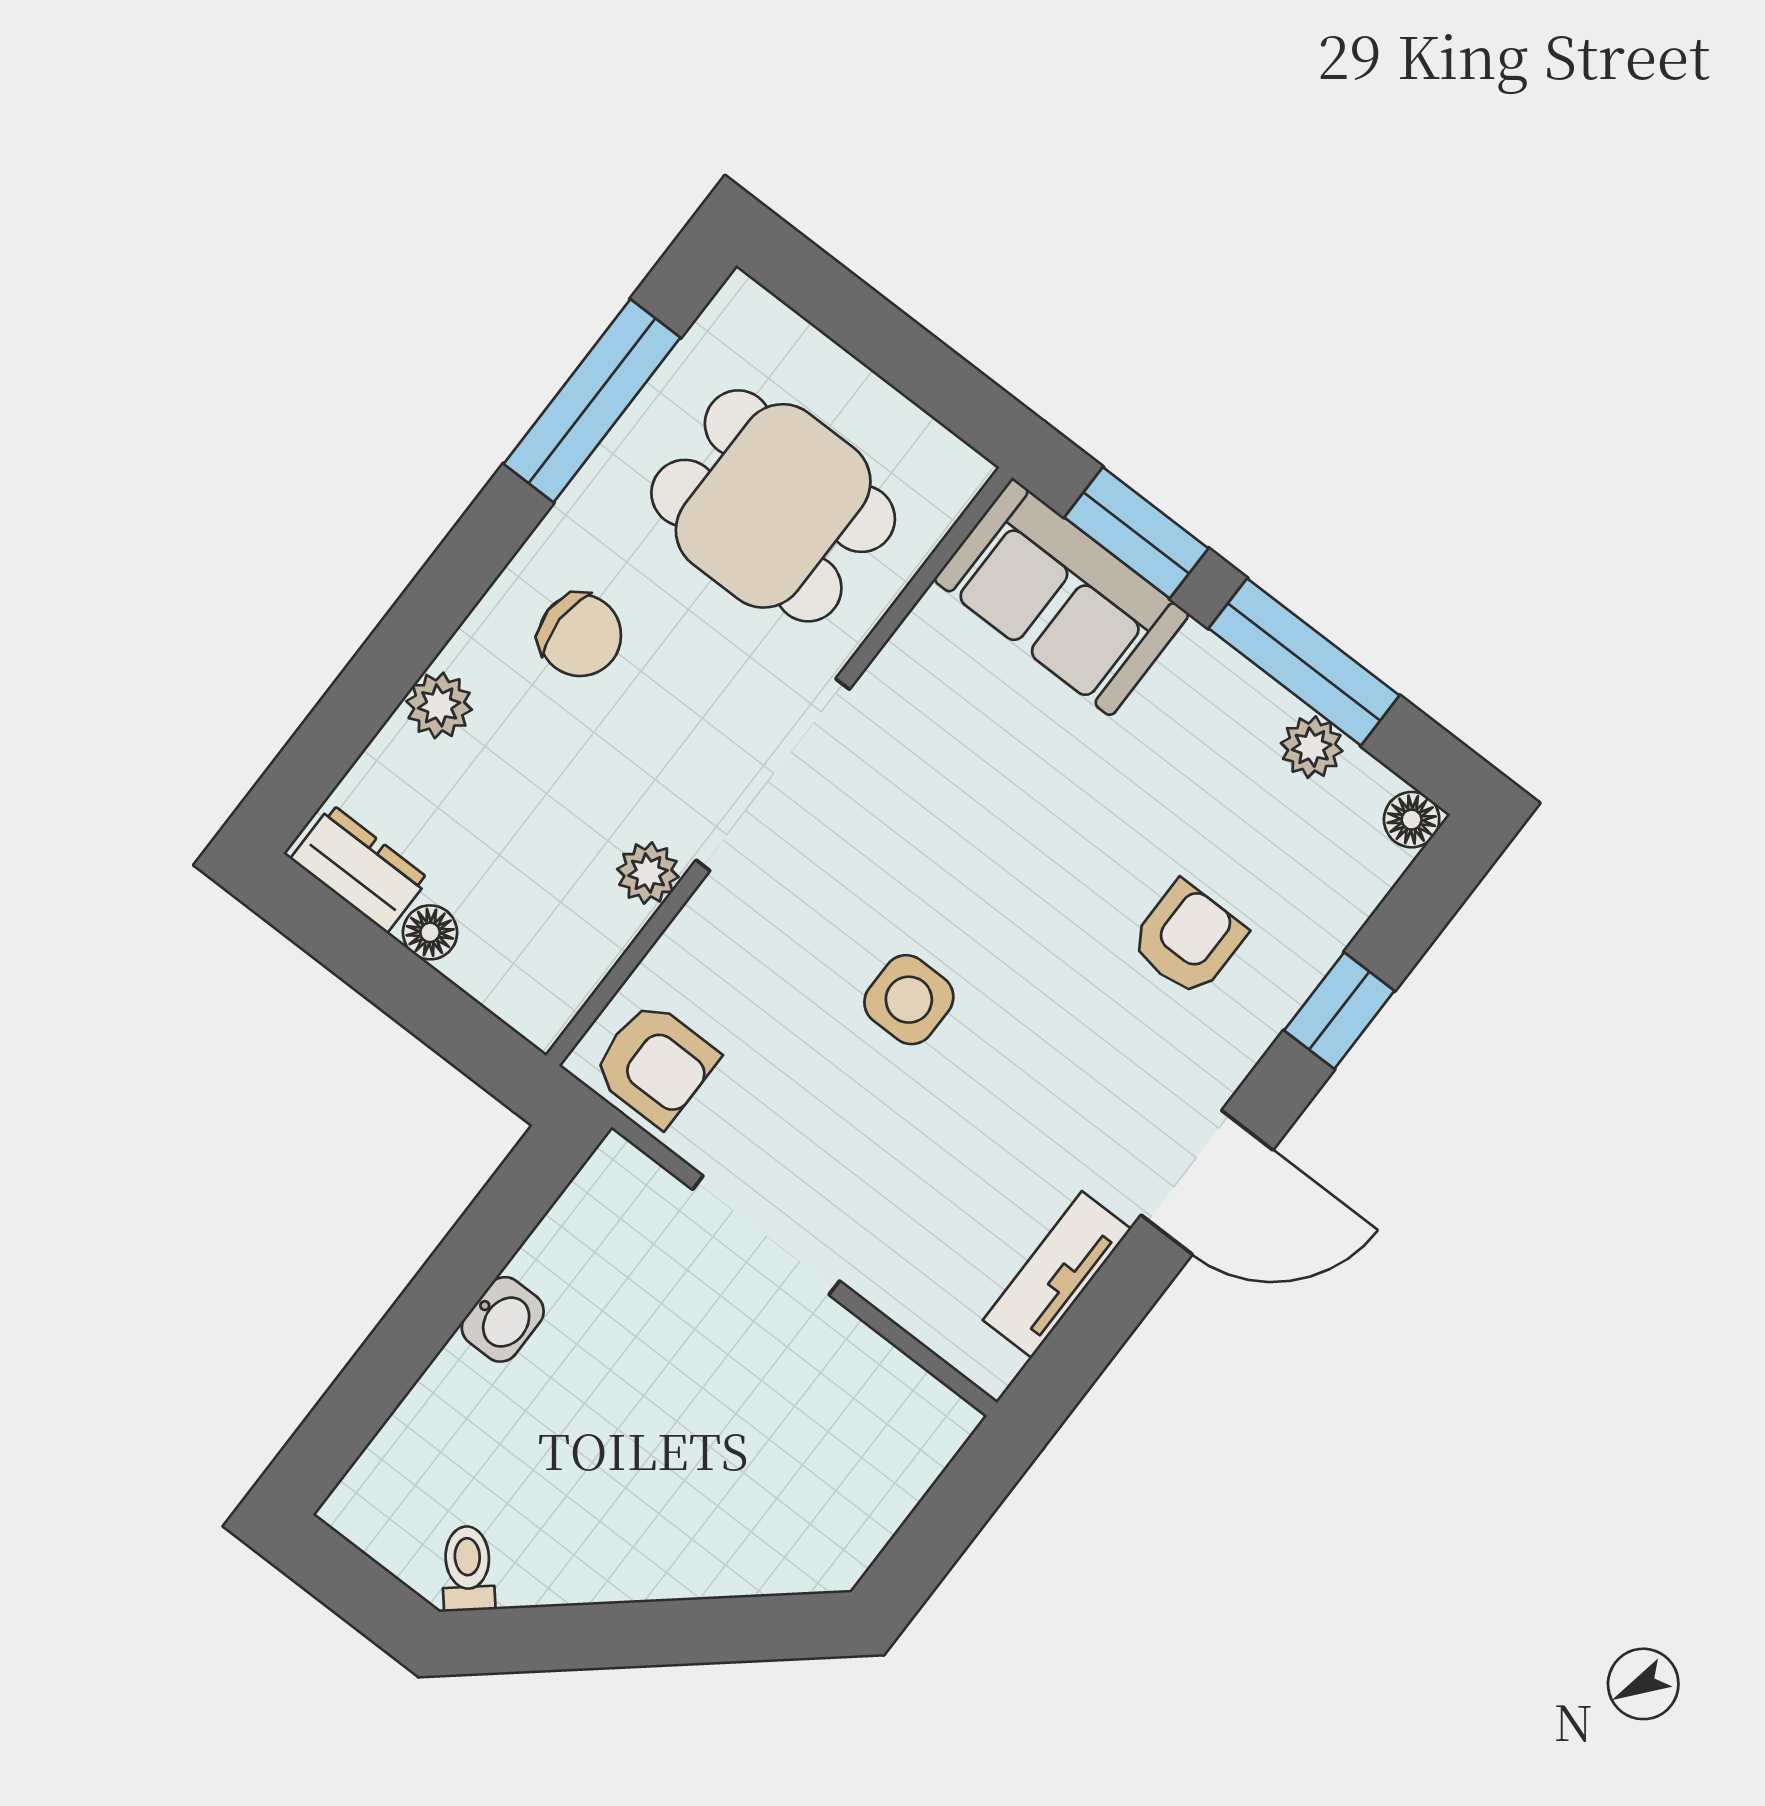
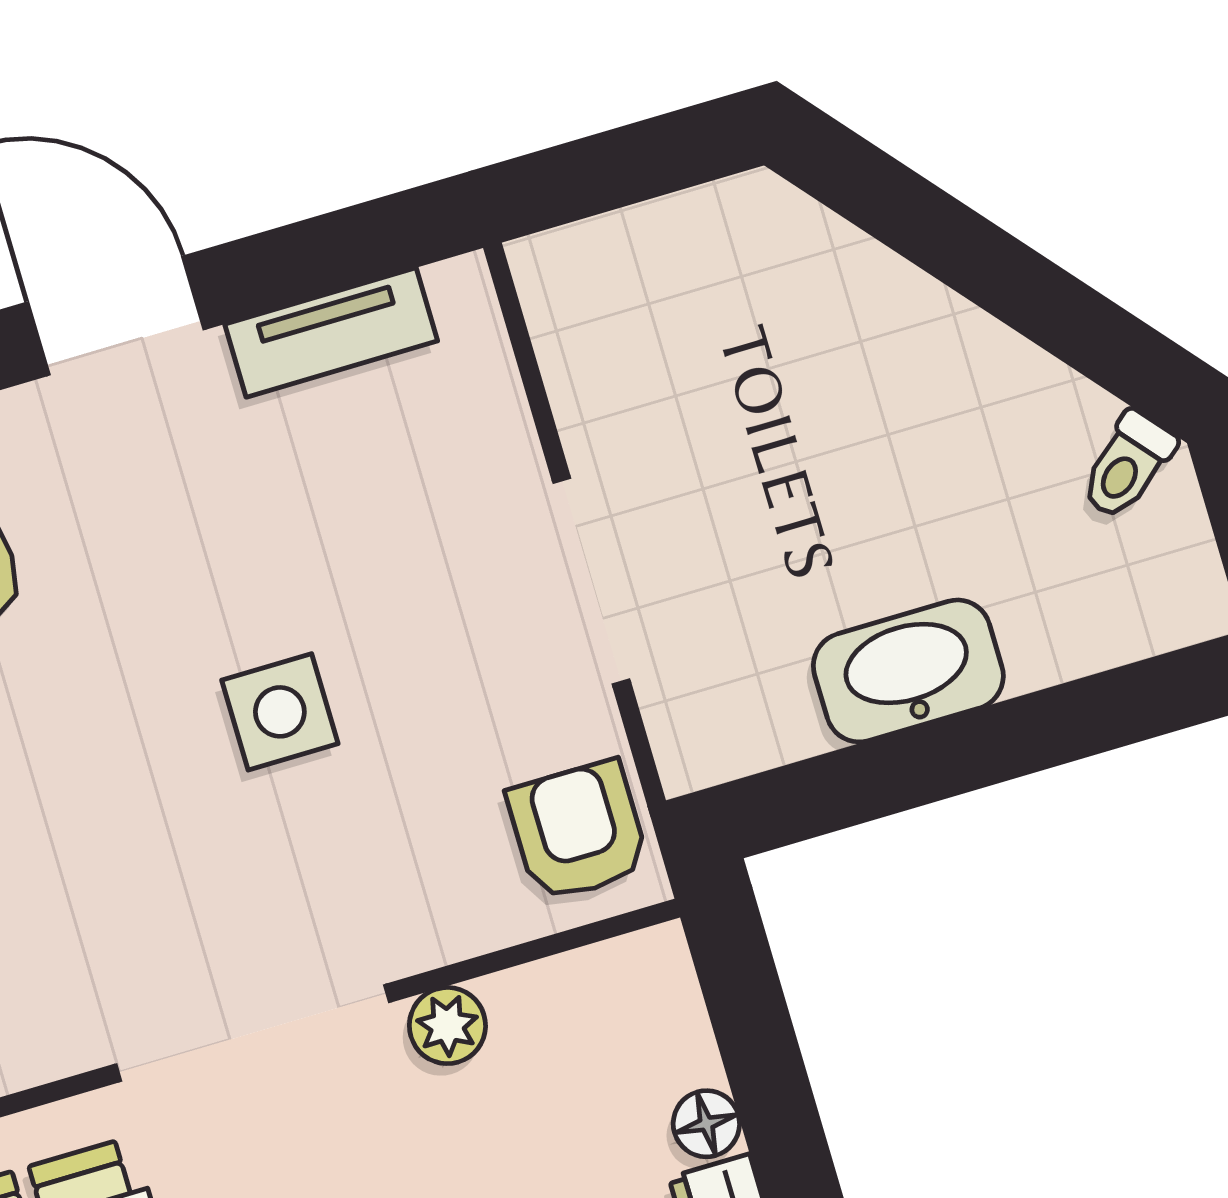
washbasin: (503, 1319) -> (908, 671), width x1.91, depth x1.45

